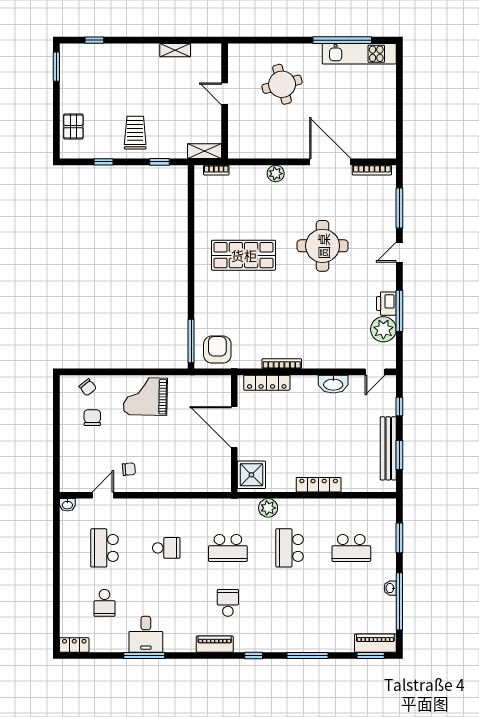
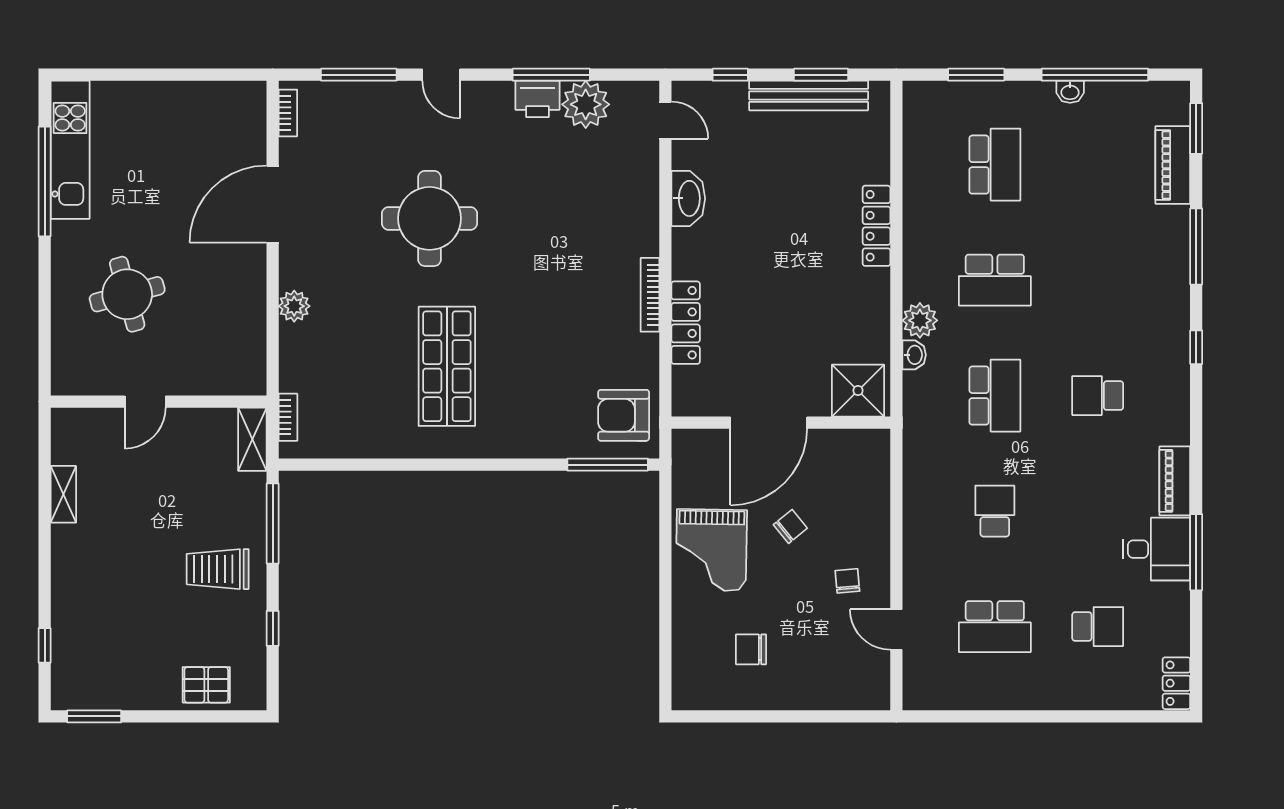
window: (159, 162) -> (273, 524), width x2.17
bookcase: (372, 170) -> (288, 113), width x0.64
chair: (88, 387) -> (790, 526), moved
door: (234, 427) -> (769, 423), moved
wall: (234, 434) -> (781, 423), moved
shower: (251, 475) -> (858, 391), moved
washbasin: (67, 505) -> (914, 355), moved
piano: (375, 643) -> (1173, 165), moved
piano: (215, 644) -> (1175, 481), moved

